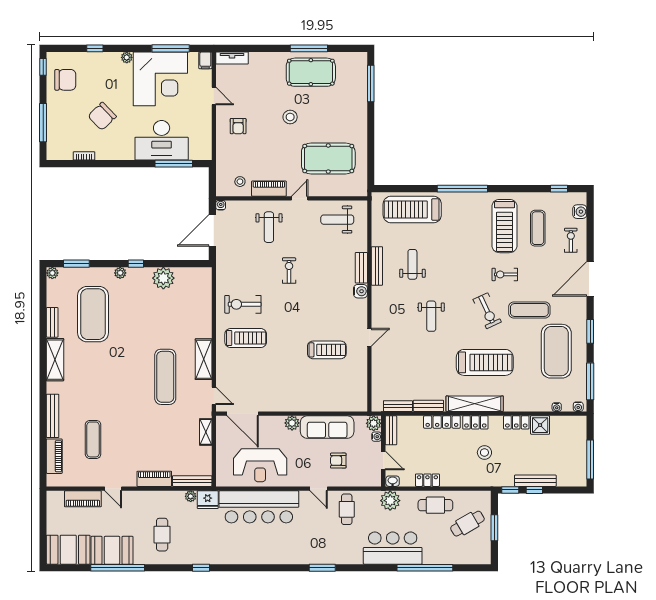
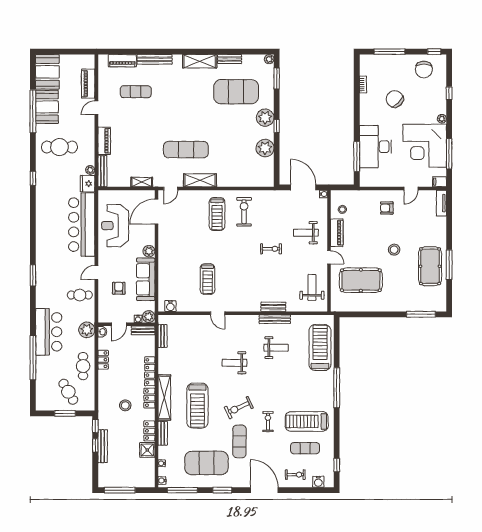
pool table: (328, 159) -> (361, 280), turned 90
plant: (120, 273) -> (265, 118), width x1.87, depth x1.87
water cooler: (360, 291) -> (170, 306), moved
bench: (428, 406) -> (163, 433), moved
cafe table: (162, 535) -> (59, 147), width x1.37, depth x1.35

